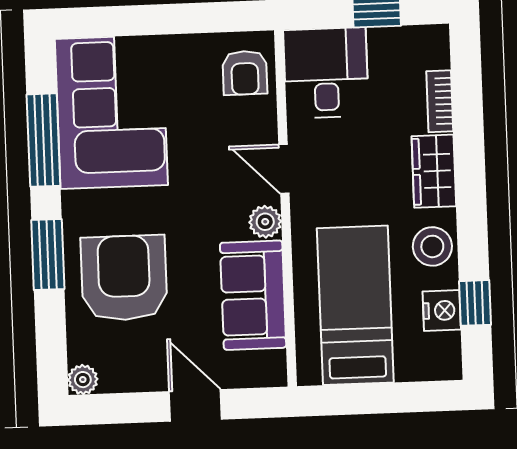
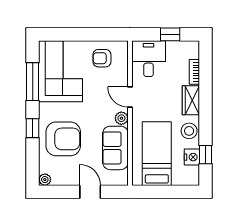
armchair: (245, 73) -> (102, 58), moved, turned 90
window: (48, 254) -> (33, 128), width x0.67
armchair: (124, 278) -> (63, 139), turned 90

